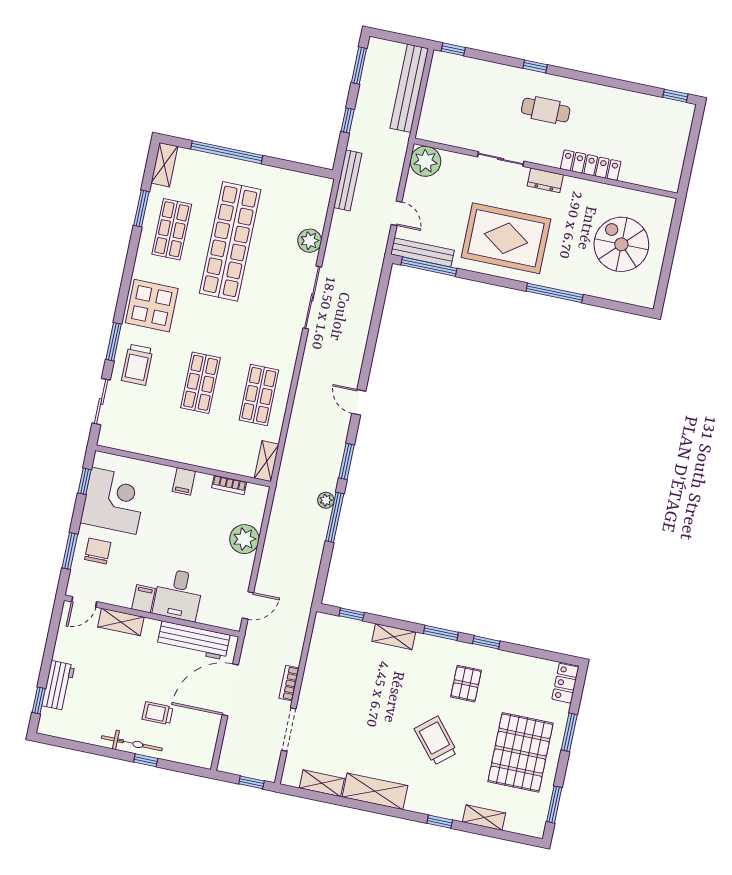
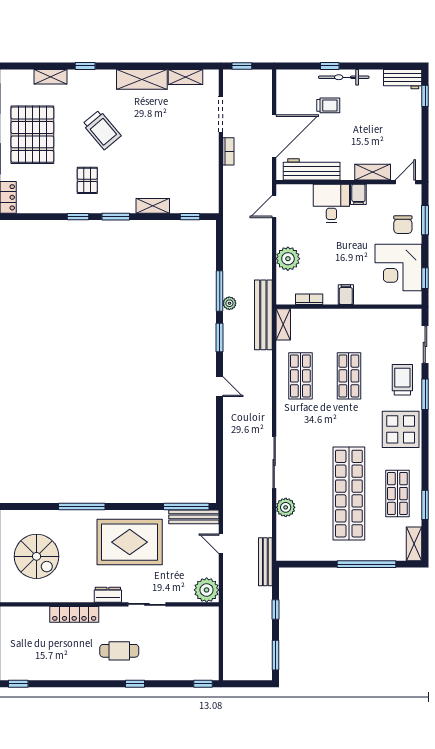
bench: (409, 88) -> (263, 315), moved
workbench: (58, 685) -> (403, 79), moved, turned -90

